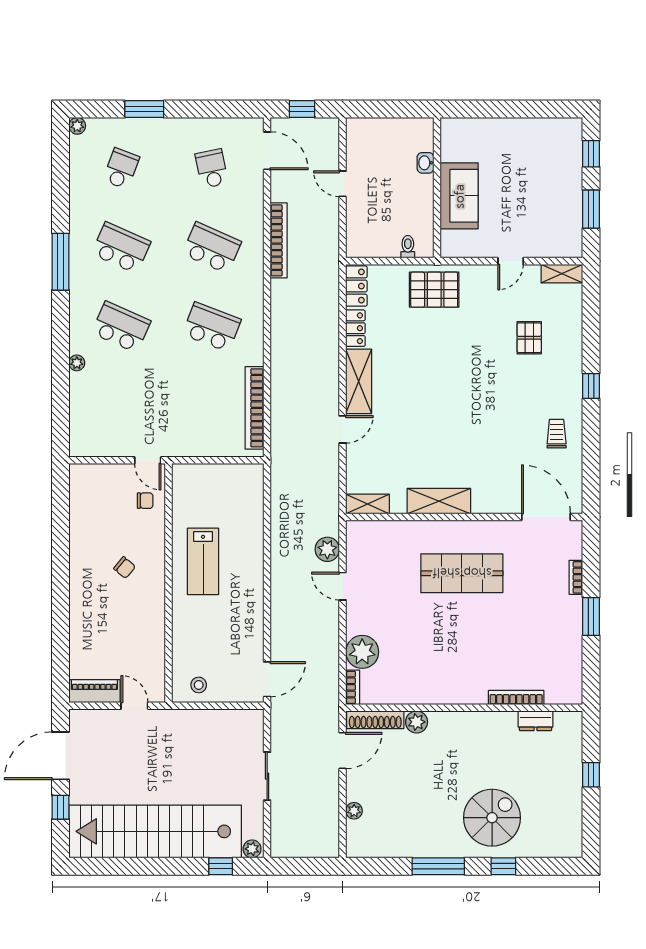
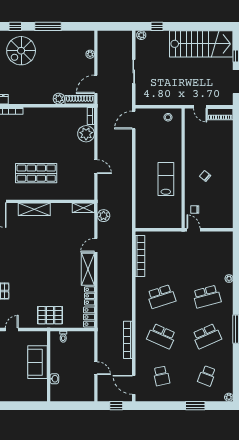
school desk: (121, 248) -> (207, 336), turned -48
school desk: (121, 327) -> (207, 297), turned -39
school desk: (212, 327) -> (161, 297), turned -39
shelving: (439, 501) -> (34, 209), moved
plant: (327, 549) -> (104, 216), moved
stairs: (155, 831) -> (201, 44), width x0.73

